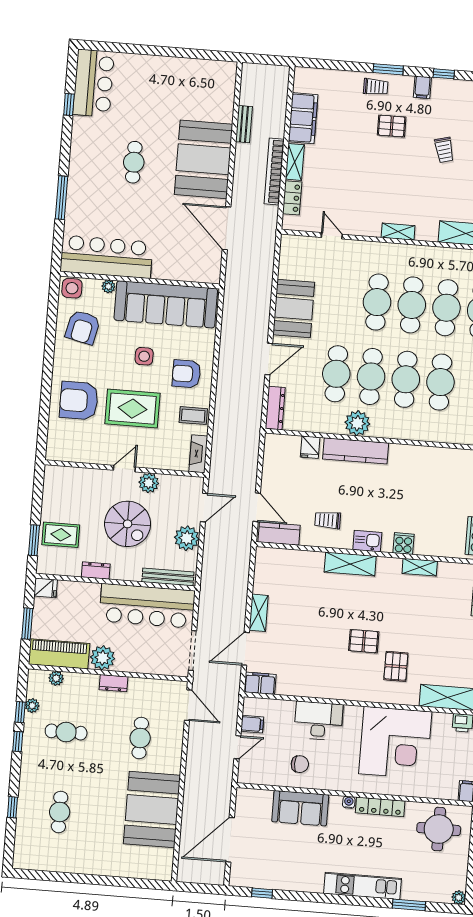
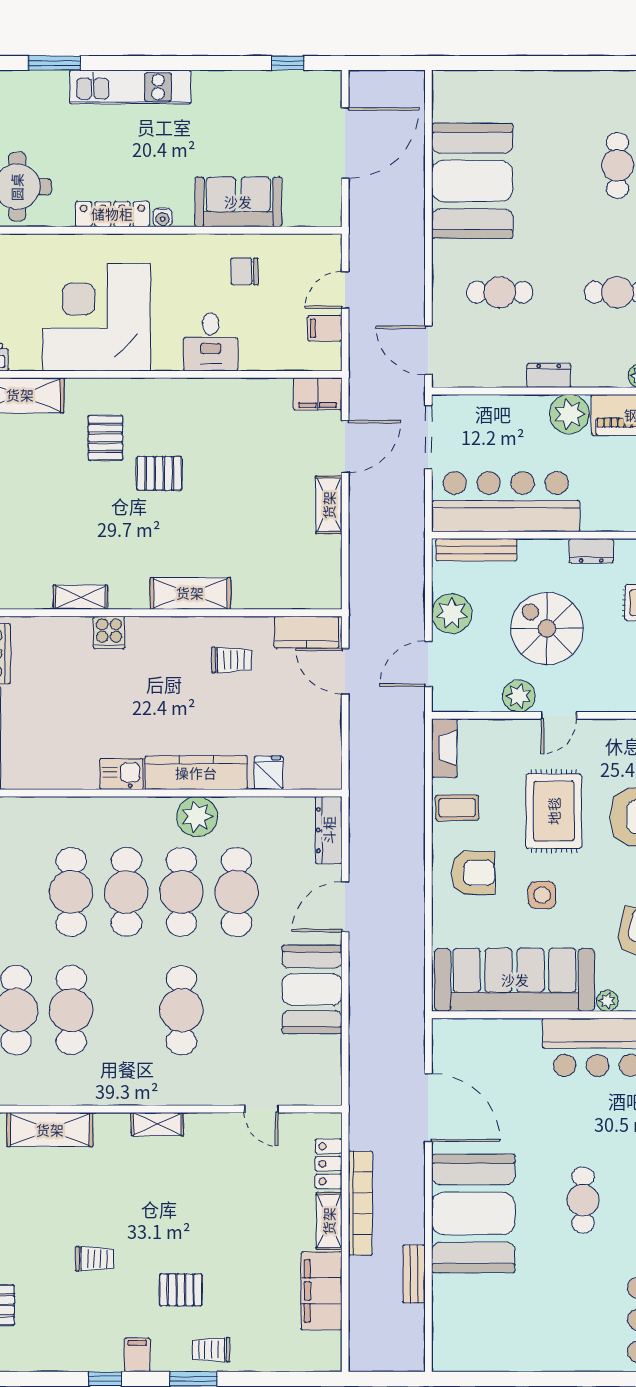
trolley: (444, 150) -> (95, 1259), turned 105
cafe table: (412, 305) -> (126, 1010), removed
rug: (132, 409) -> (554, 811), turned 90
kitchen sink: (367, 541) -> (121, 774), moved, turned 180
desk: (318, 721) -> (211, 342), width x0.73
cafe table: (140, 738) -> (500, 292), turned 90

